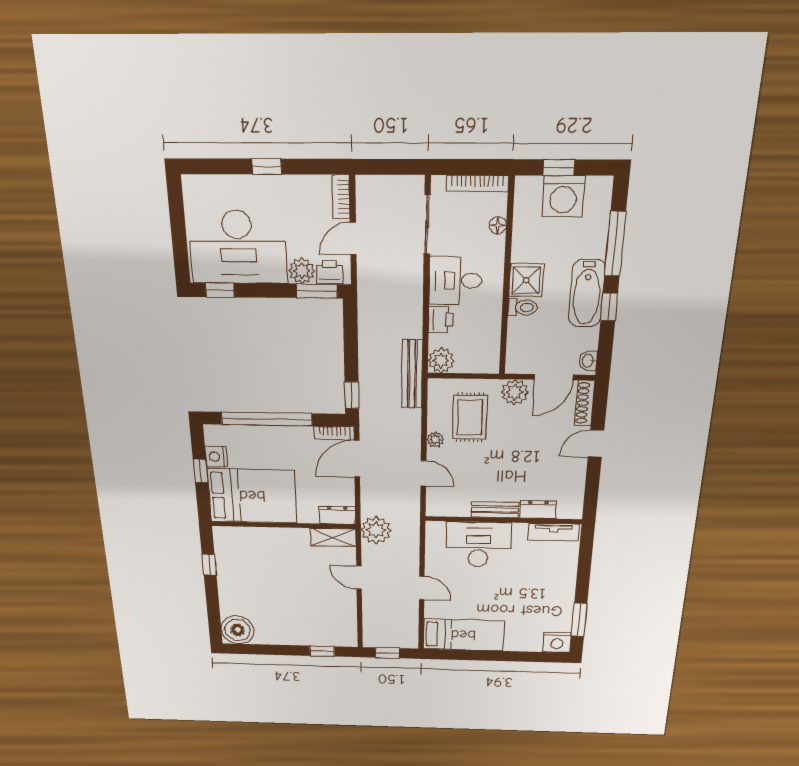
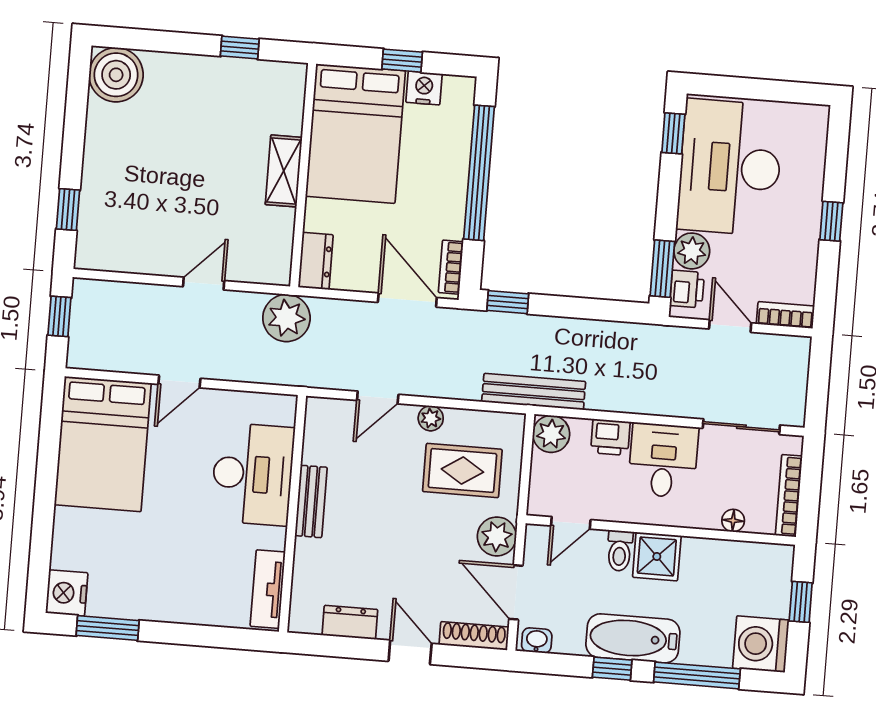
washing machine: (563, 196) -> (761, 644), moved
door: (503, 343) -> (571, 523), added
dresser: (538, 510) -> (350, 622), moved, turned -90
shelving: (333, 537) -> (284, 171), moved
bed: (463, 635) -> (103, 444), width x1.50

